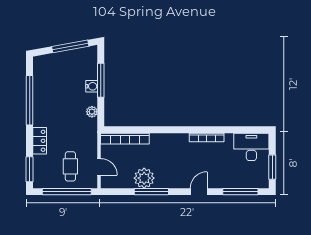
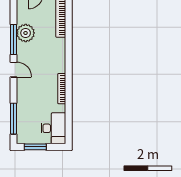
door: (199, 192) -> (14, 70), moved

